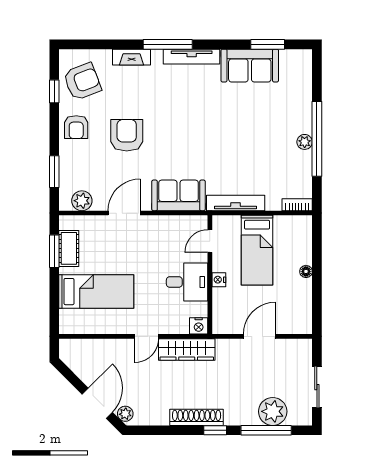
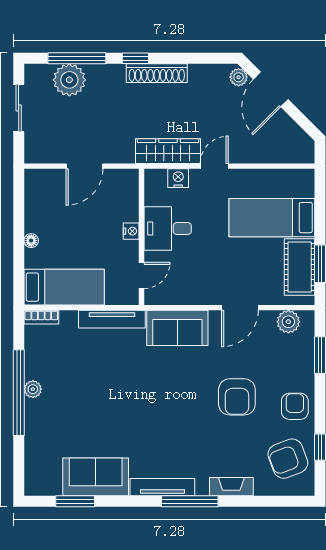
cot: (69, 248) -> (300, 267), width x1.37, depth x1.34
bed: (257, 250) -> (64, 287), moved, turned 90
nightstand: (199, 326) -> (178, 178), moved

